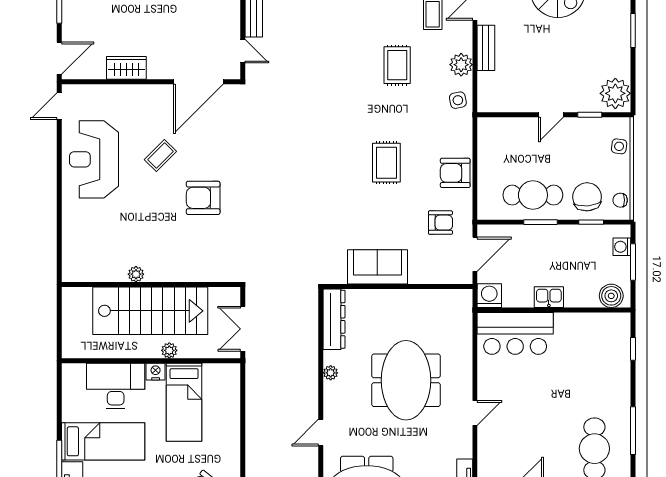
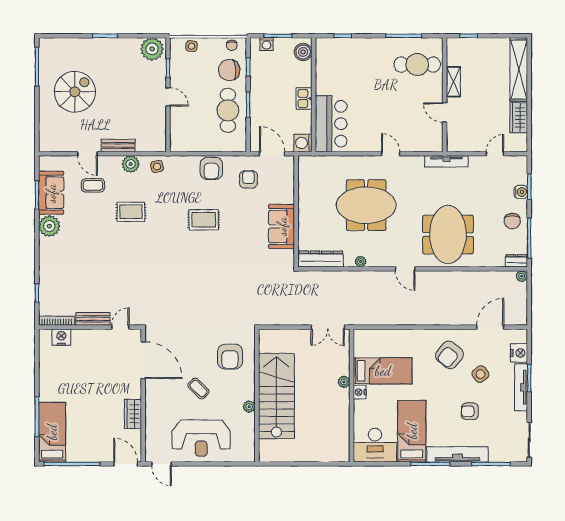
plant: (136, 274) -> (249, 407), moved
wall: (151, 285) -> (257, 395), moved
stairs: (150, 311) -> (276, 396), moved
desk: (116, 386) -> (375, 445), moved, turned -90

